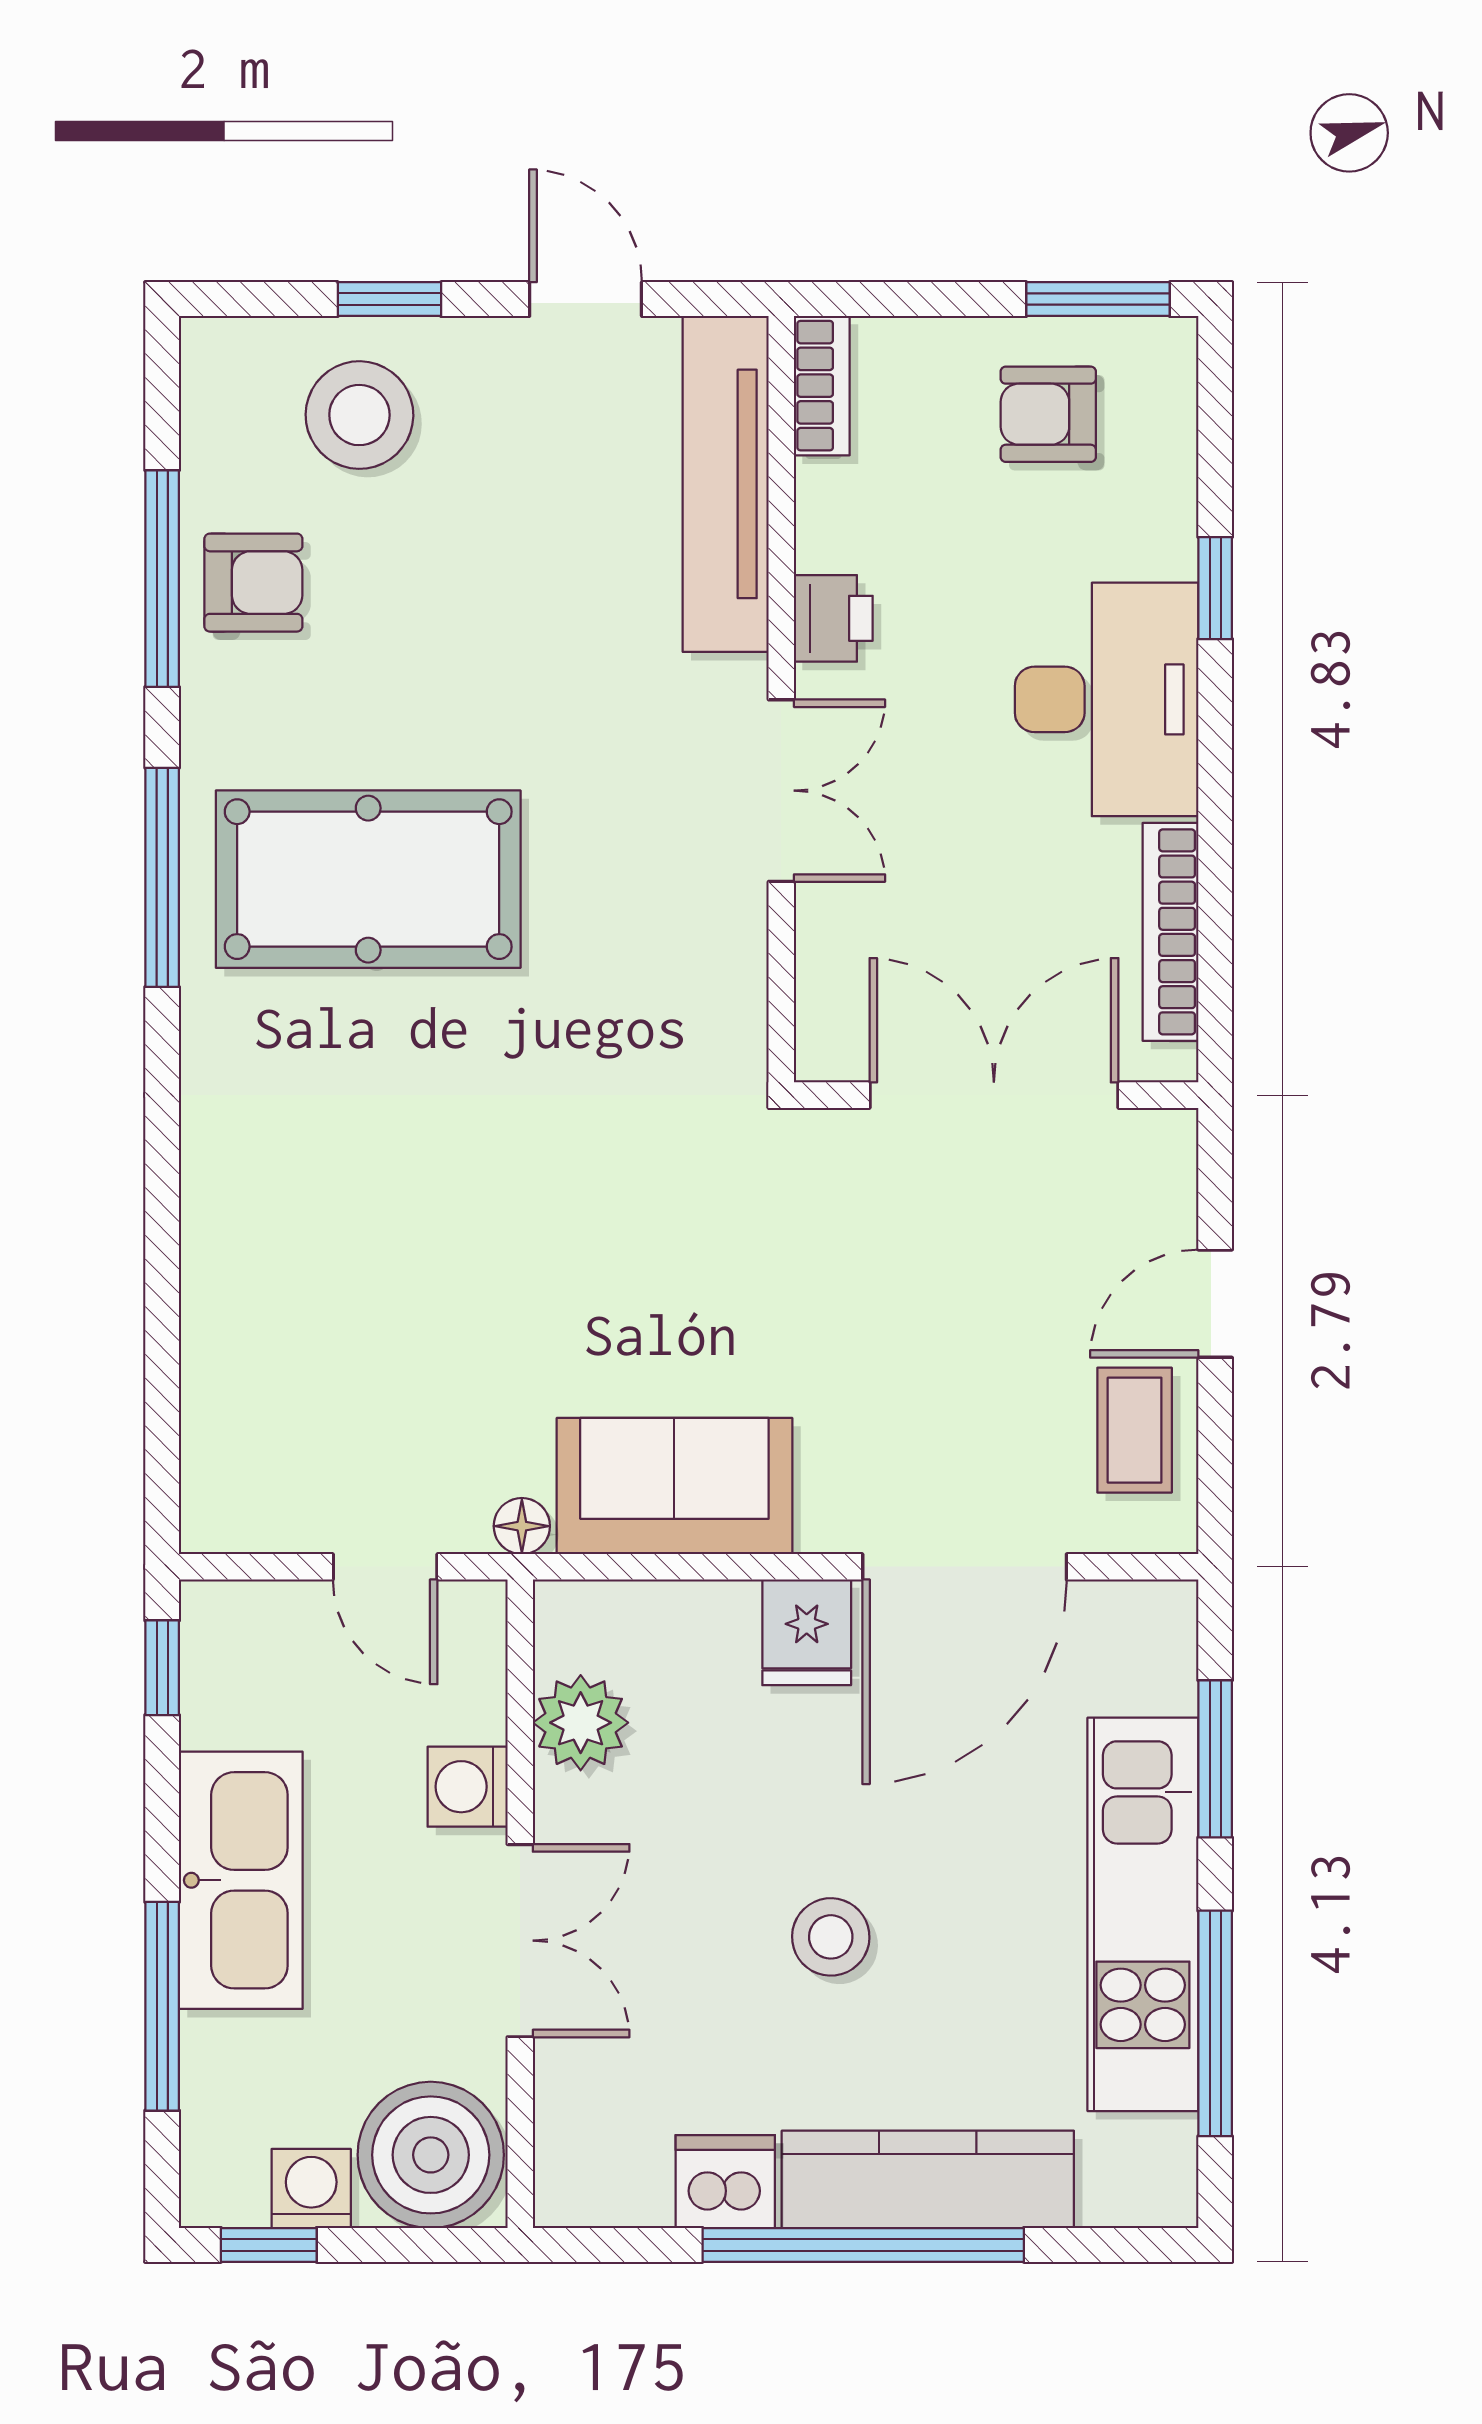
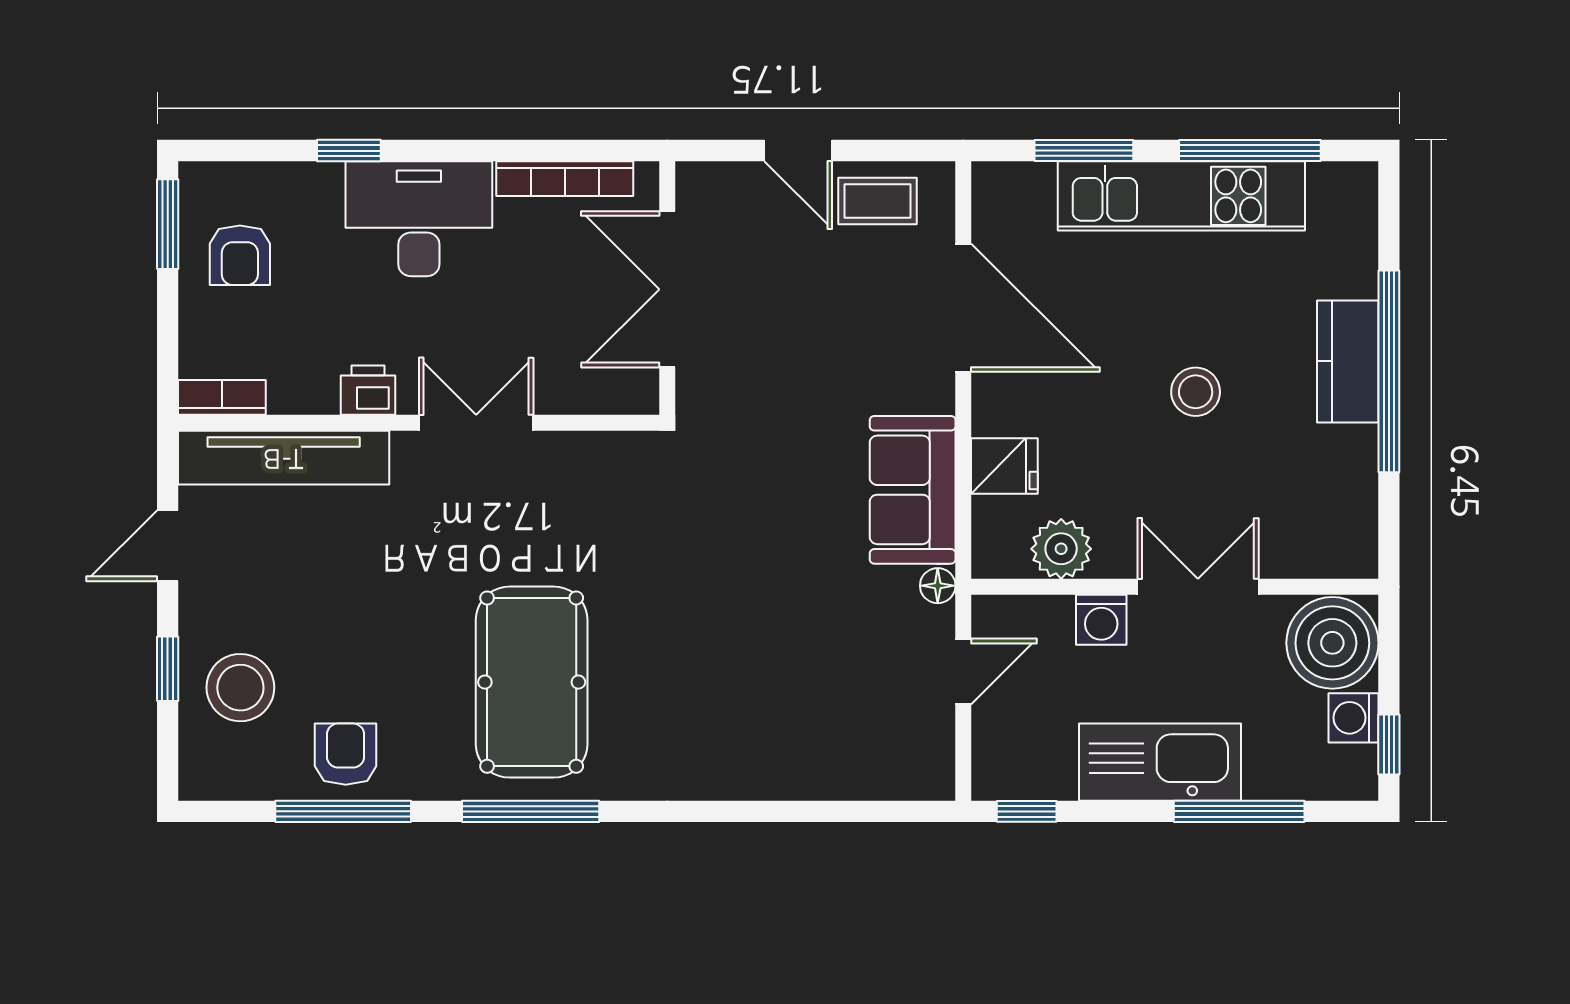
fridge: (807, 1632) -> (1004, 466), moved
kitchen counter: (928, 2179) -> (1348, 361), width x0.67
dishwasher: (725, 2182) -> (1349, 458), removed

